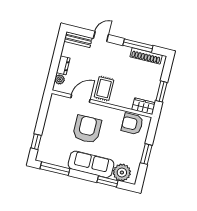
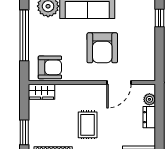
rug: (104, 88) -> (88, 125), moved
window: (162, 91) -> (24, 132), moved
window: (146, 154) -> (24, 35), width x2.11

